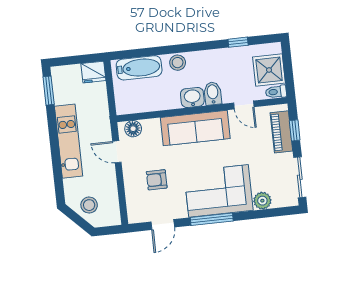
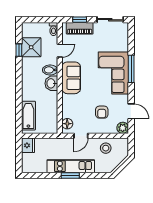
stool: (178, 63) -> (28, 90), removed
shower: (269, 70) -> (31, 47), moved
window: (49, 91) -> (70, 176), moved
sofa: (195, 128) -> (71, 78), width x0.73
plant: (262, 201) -> (123, 128), moved
stool: (89, 205) -> (106, 148), moved
window: (212, 219) -> (131, 69), moved

